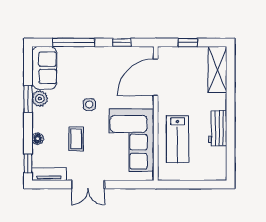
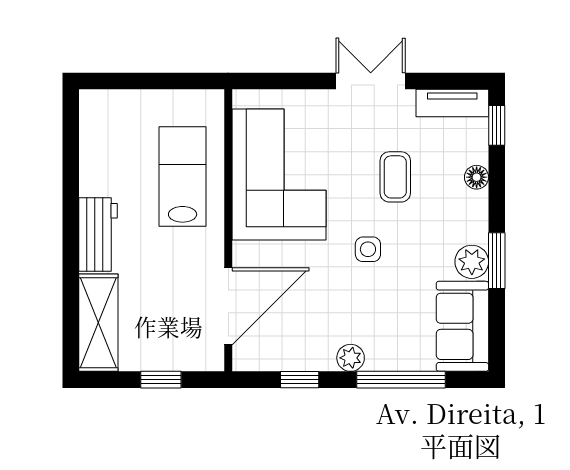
plant: (97, 53) -> (351, 358), added
workbench: (218, 128) -> (98, 234), moved

